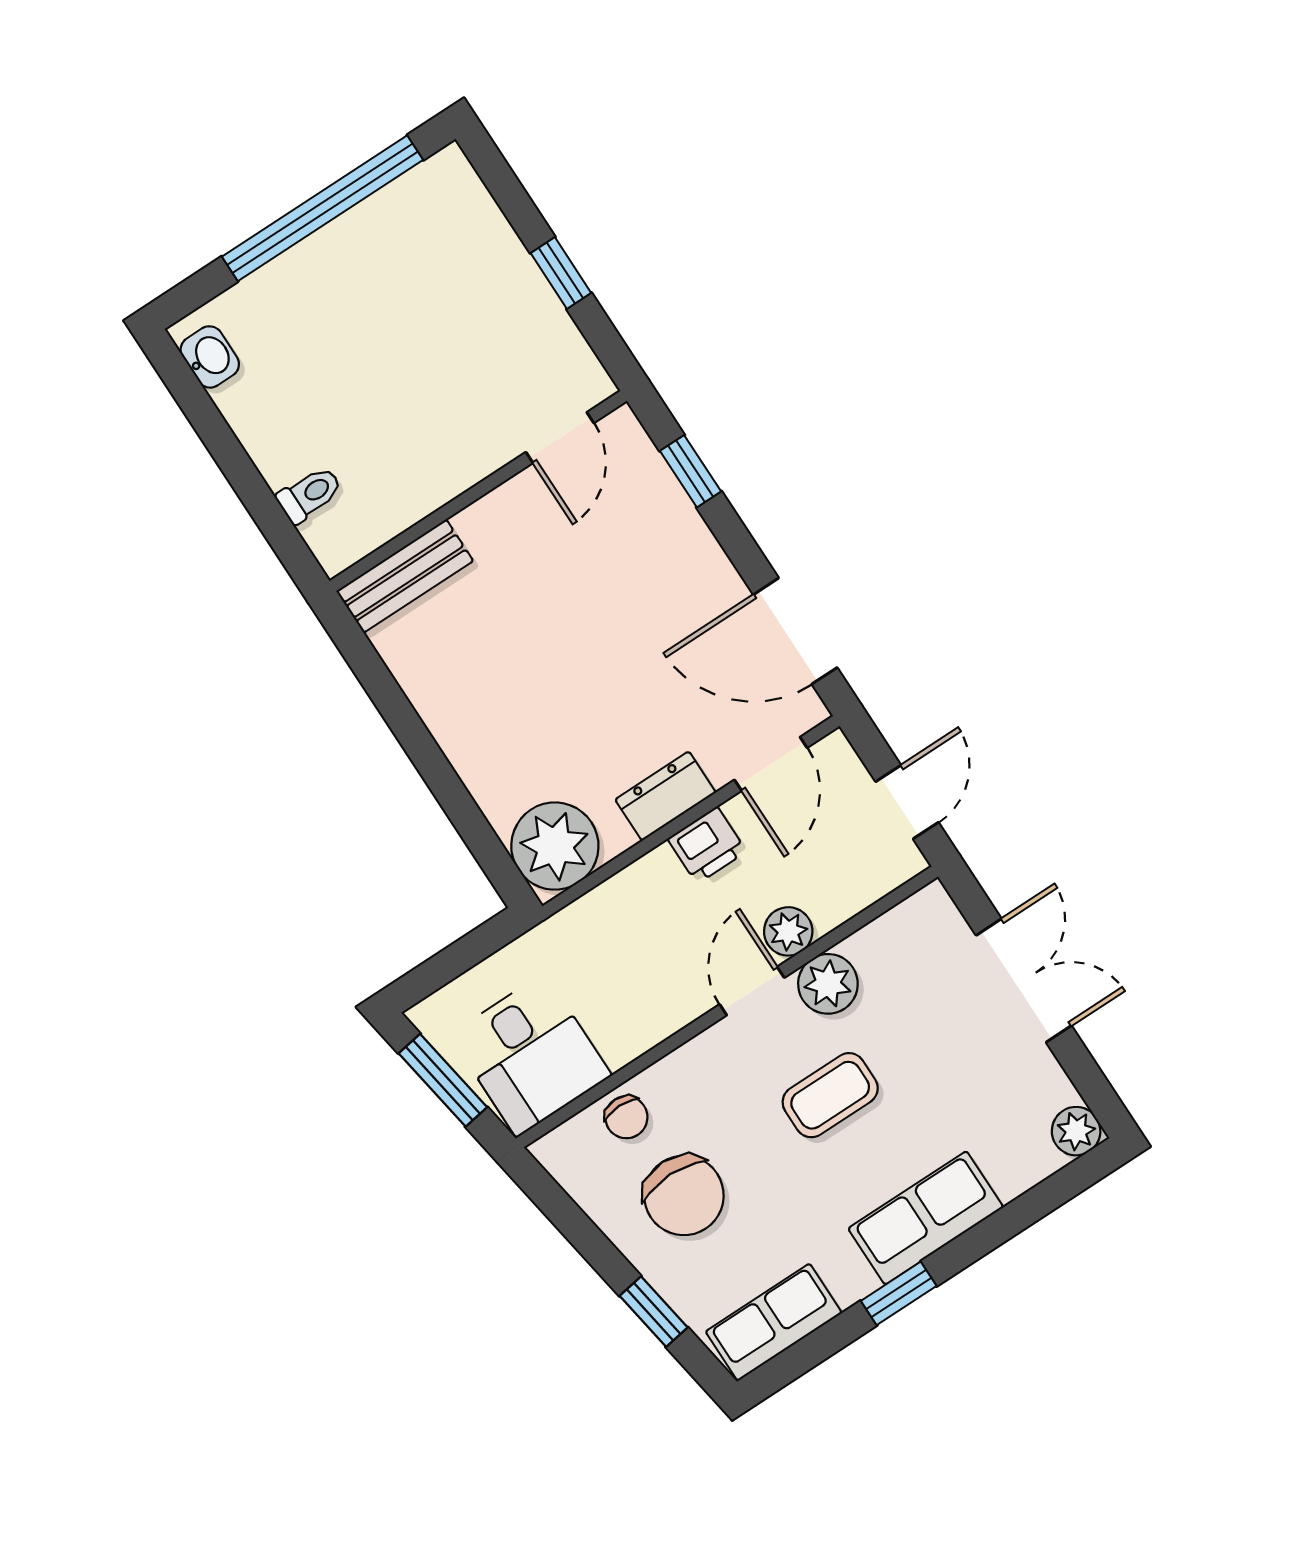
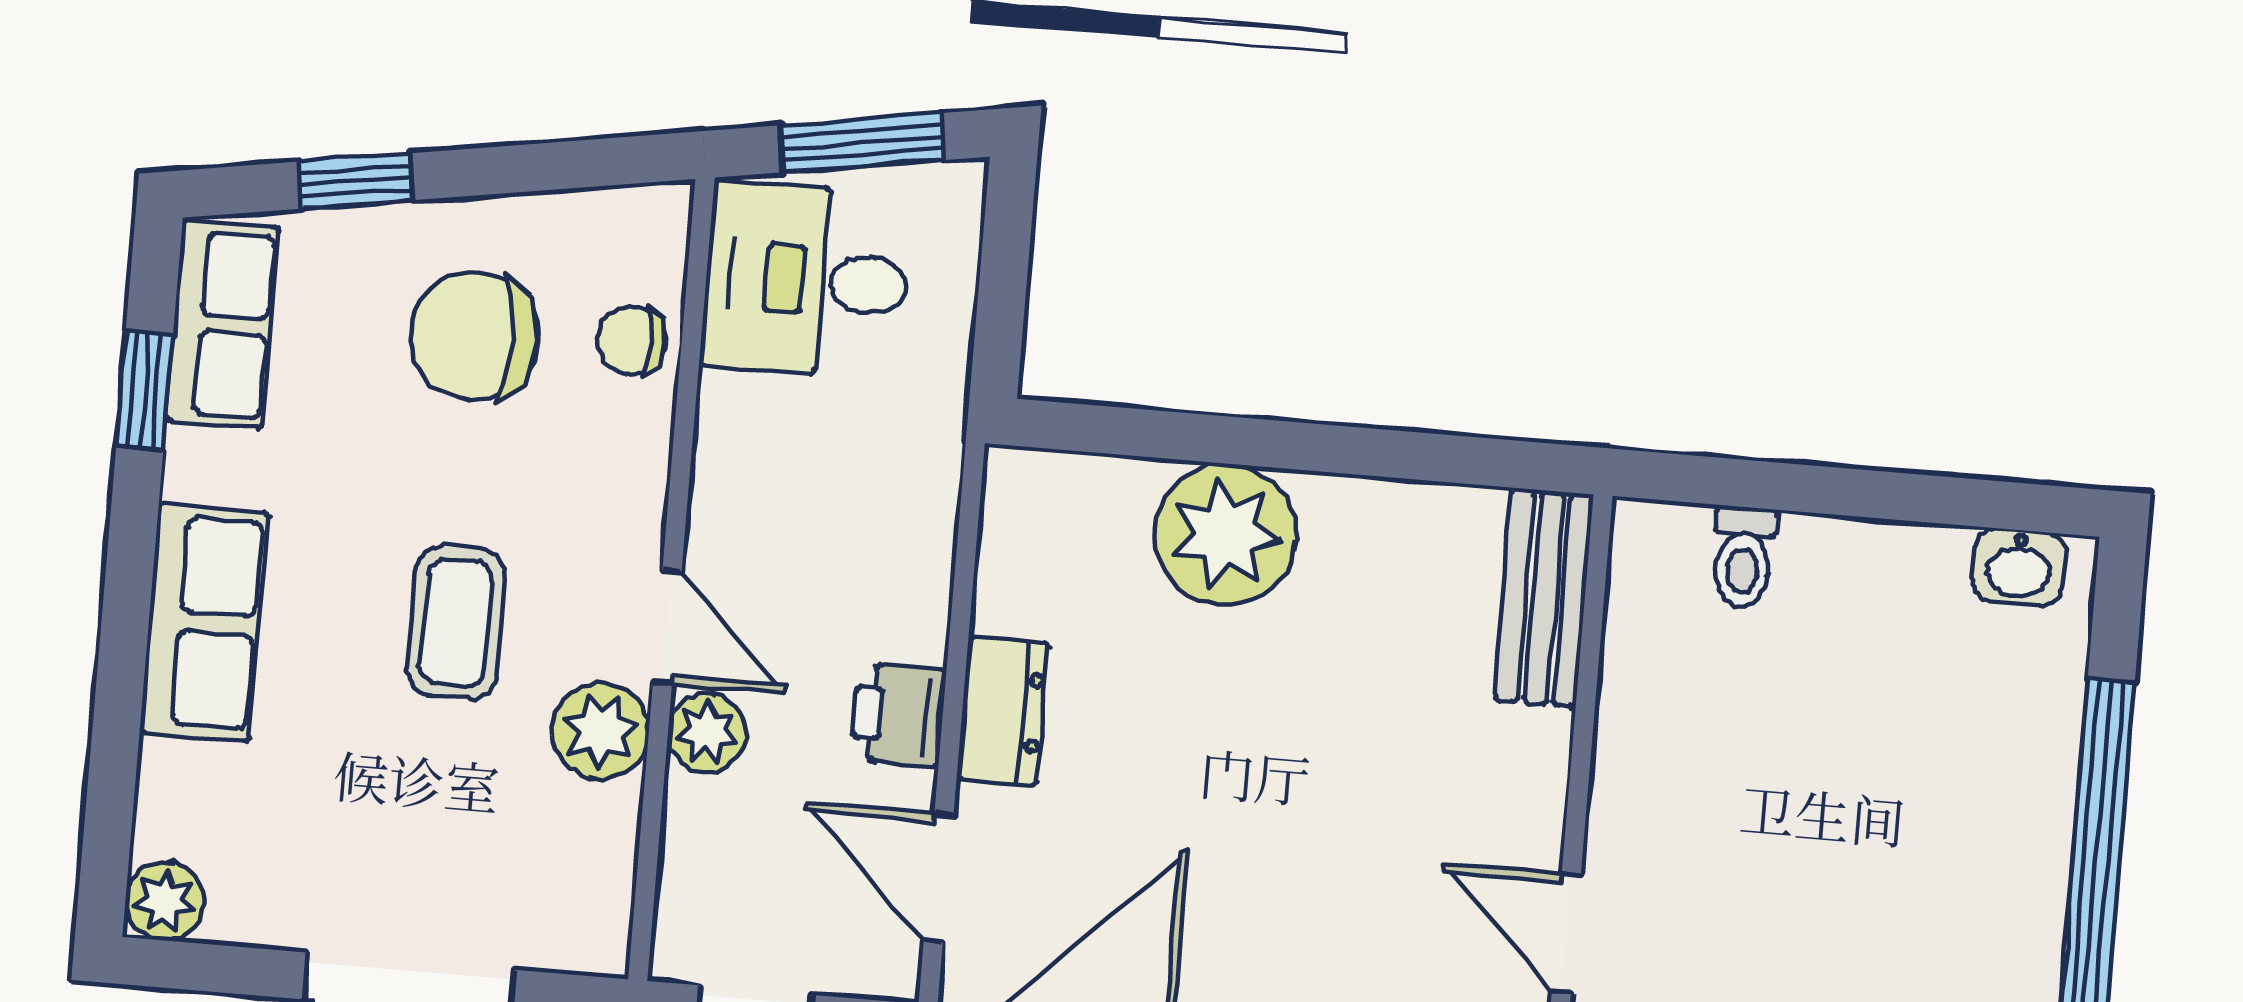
plant: (555, 846) -> (1225, 534), moved
window: (899, 1293) -> (145, 390), moved

